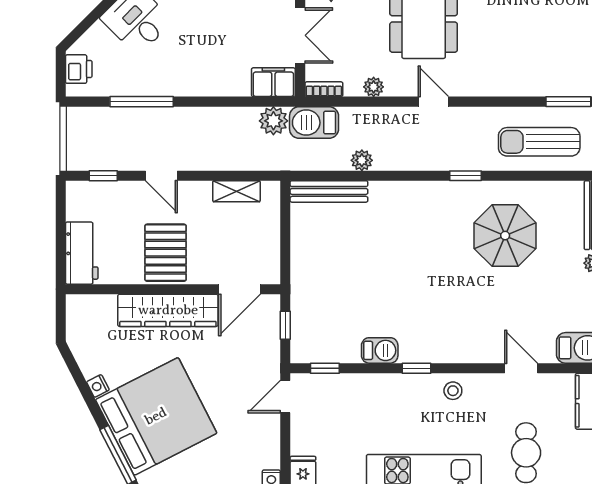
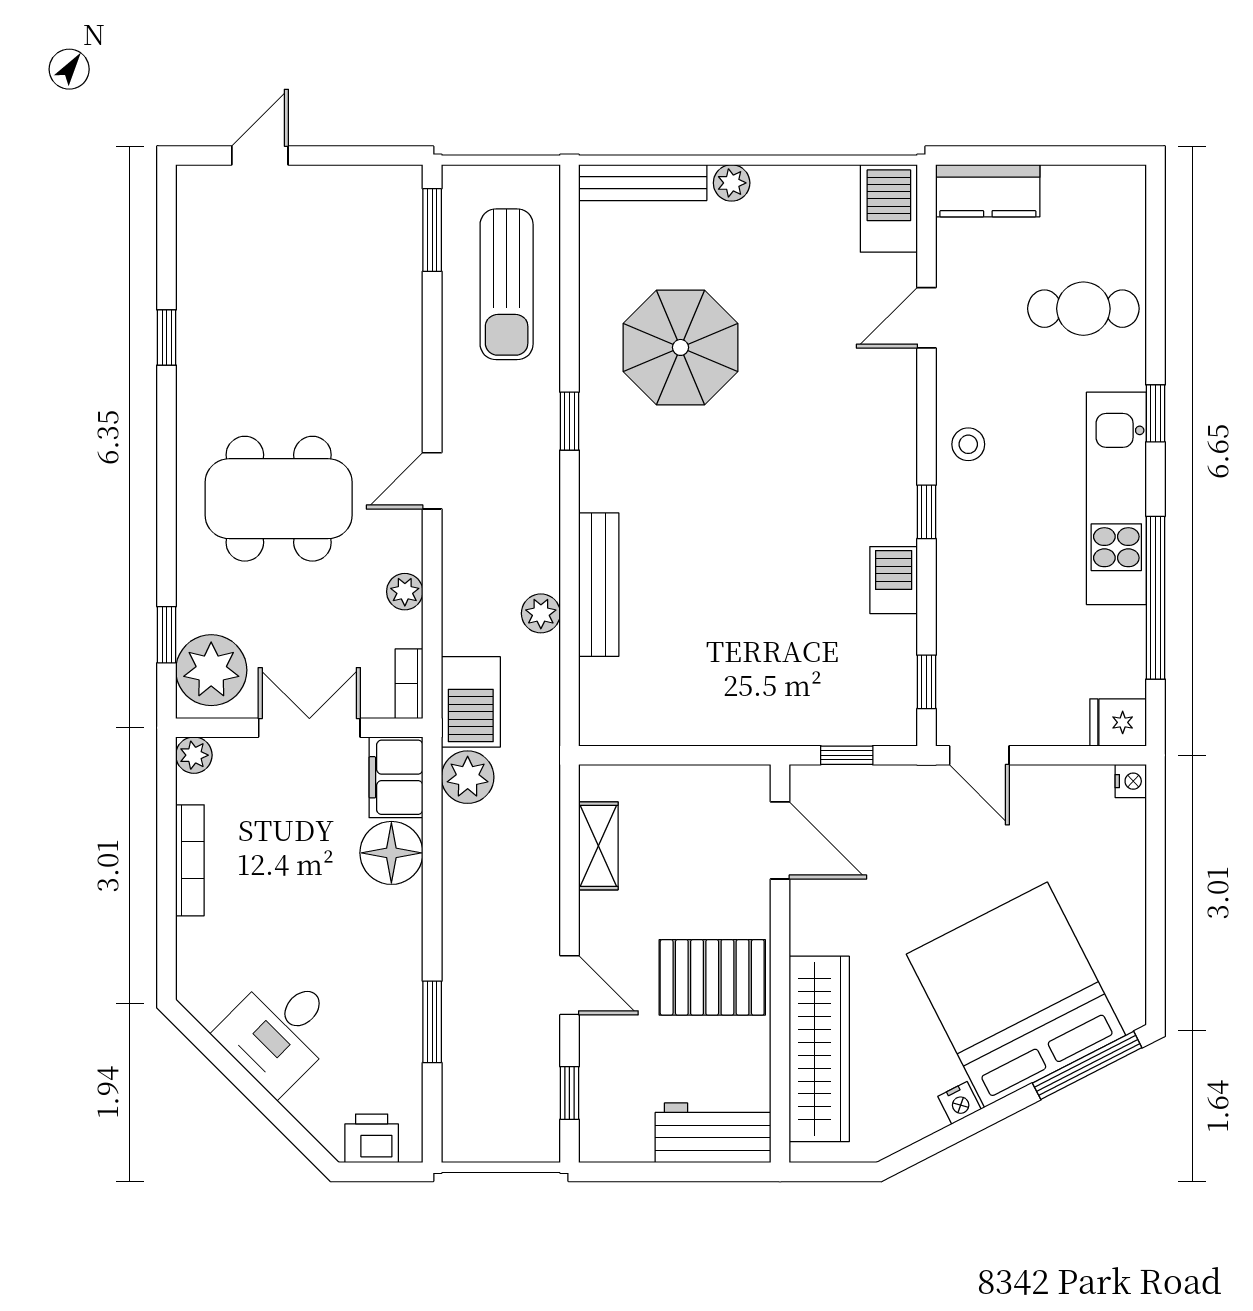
floor lamp: (233, 80) -> (391, 853), added
window: (142, 102) -> (432, 1022), width x0.69
door: (161, 176) -> (569, 985), hinge flipped
bench: (329, 191) -> (599, 585), moved
wardrobe: (168, 310) -> (819, 1049), moved

